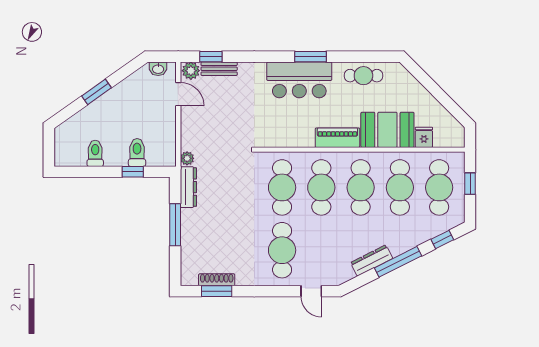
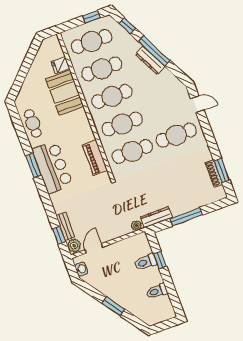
piano: (337, 138) -> (95, 158), moved
window: (470, 184) -> (92, 17), moved
dresser: (372, 261) -> (150, 60), moved
door: (311, 291) -> (197, 104), hinge flipped

